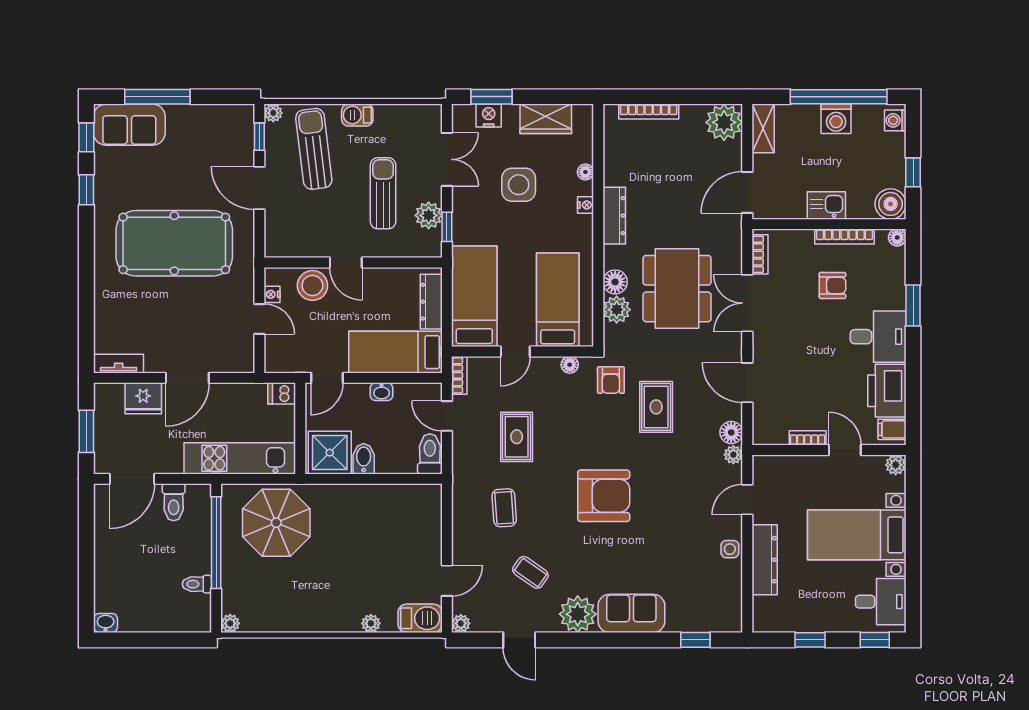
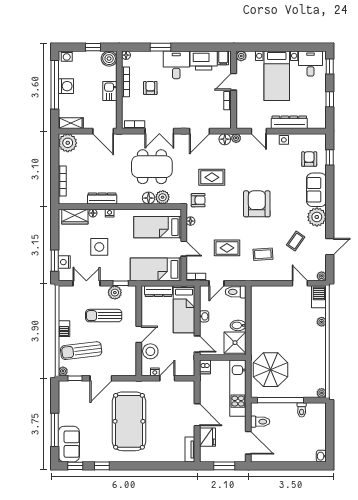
wardrobe: (546, 119) -> (75, 217), moved, turned 90
dresser: (614, 216) -> (102, 199), moved
armchair: (692, 599) -> (309, 159), added

